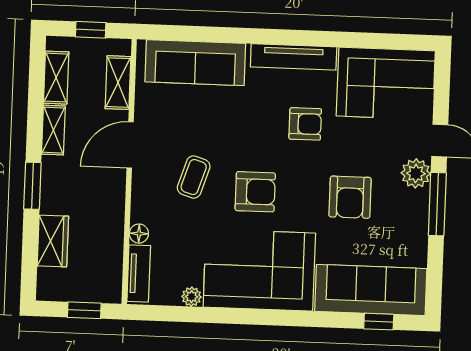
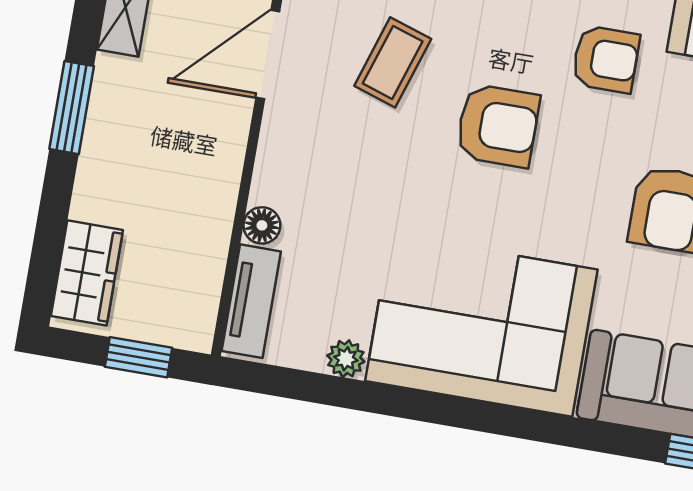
coffee table: (194, 177) -> (393, 62), moved
armchair: (255, 192) -> (498, 126), moved
wardrobe: (53, 241) -> (87, 273), moved

